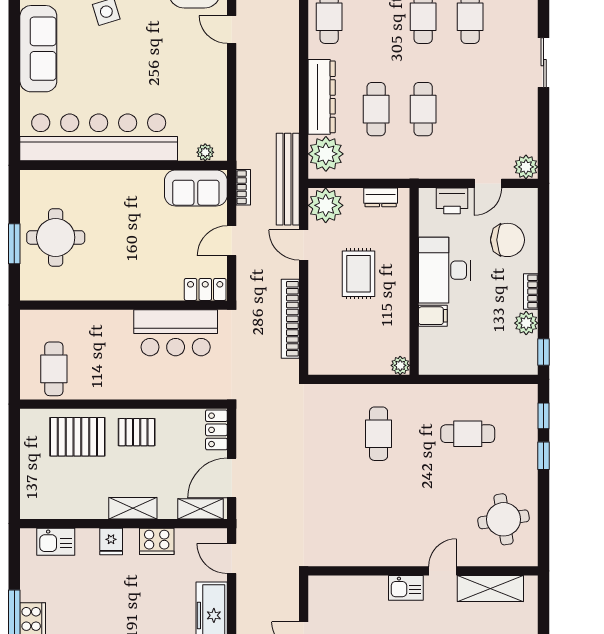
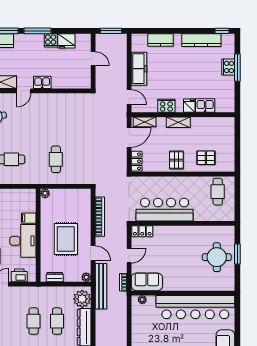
plant: (326, 205) -> (86, 277), width x0.53, depth x0.53
rug: (359, 274) -> (66, 239), width x1.36, depth x1.43
bar counter: (176, 333) -> (165, 210), width x1.36
pallet: (137, 432) -> (176, 160), turned 90
pallet: (77, 437) -> (206, 158), width x0.67, depth x0.71
kitchen sink: (56, 542) -> (205, 105), moved

